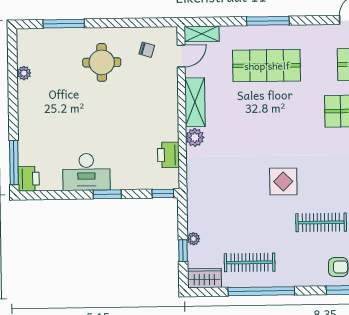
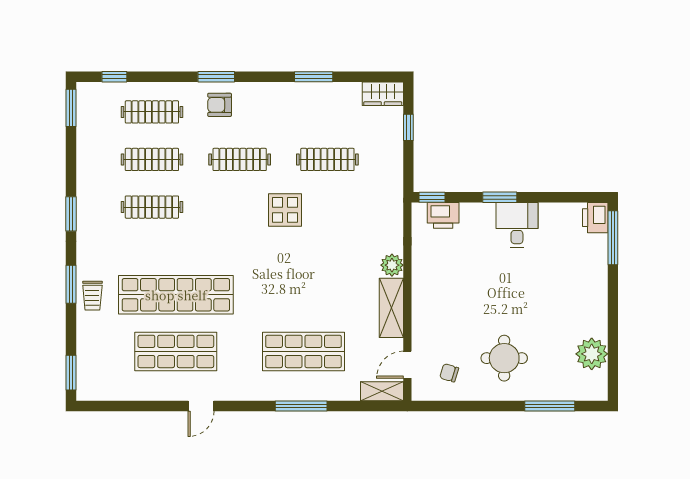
plant: (24, 73) -> (592, 354), width x1.87, depth x1.87
printer: (168, 155) -> (443, 215), moved, turned 90
desk: (86, 172) -> (517, 225), width x0.73
plant: (193, 239) -> (395, 142), removed
clothes rail: (250, 262) -> (327, 159), moved
window: (261, 291) -> (314, 77), width x0.47

